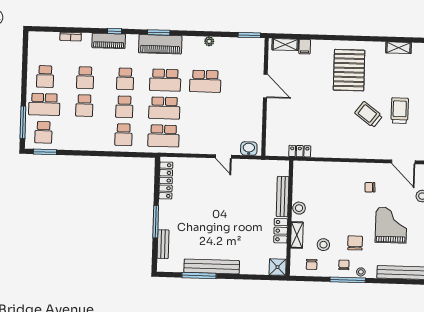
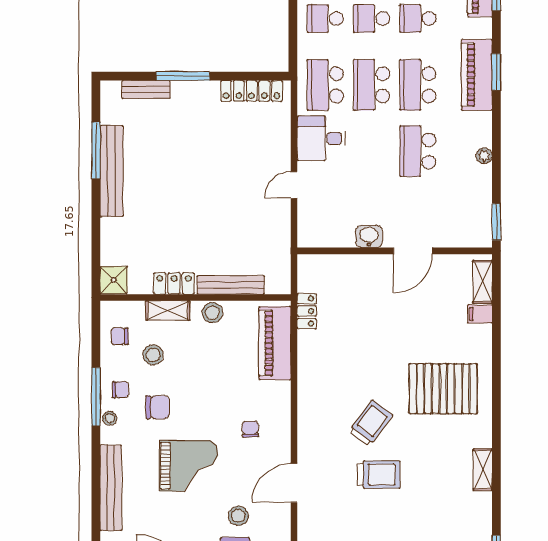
desk: (196, 139) -> (321, 138), added
washbasin: (249, 149) -> (369, 236), moved, turned -90
piano: (318, 171) -> (275, 343), added

